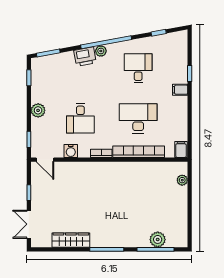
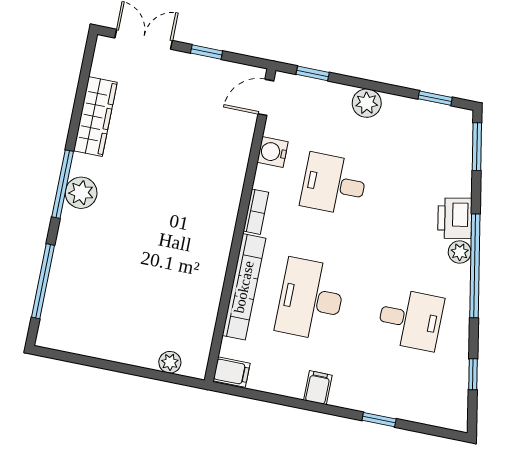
filing cabinet: (180, 90) -> (318, 388), moved
desk: (138, 118) -> (311, 299), turned 180
plant: (158, 239) -> (81, 193), moved

